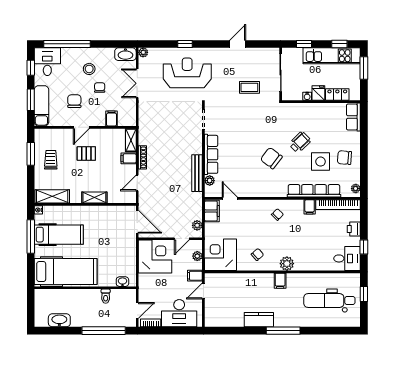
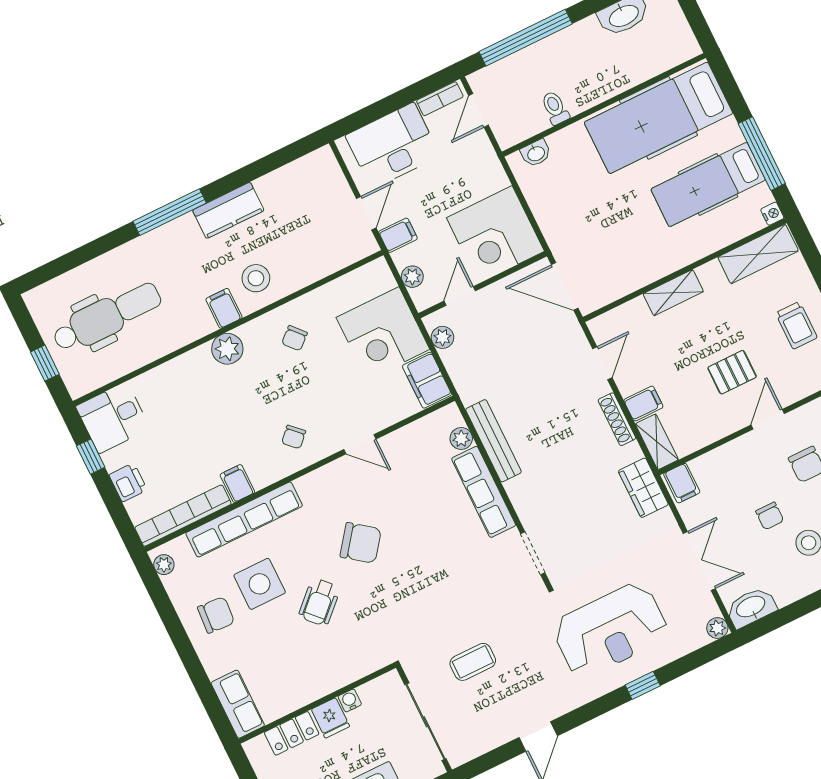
filing cabinet: (112, 118) -> (682, 483), moved
wardrobe: (145, 124) -> (643, 488), added
door: (230, 198) -> (360, 444), moved
corner desk: (221, 255) -> (383, 333), moved, turned 90
stool: (261, 287) -> (256, 278), added

